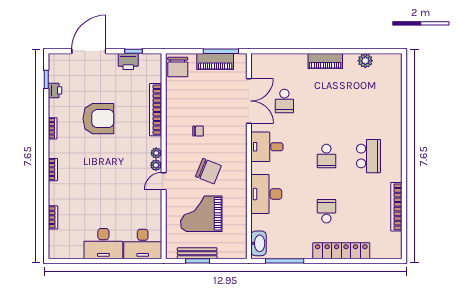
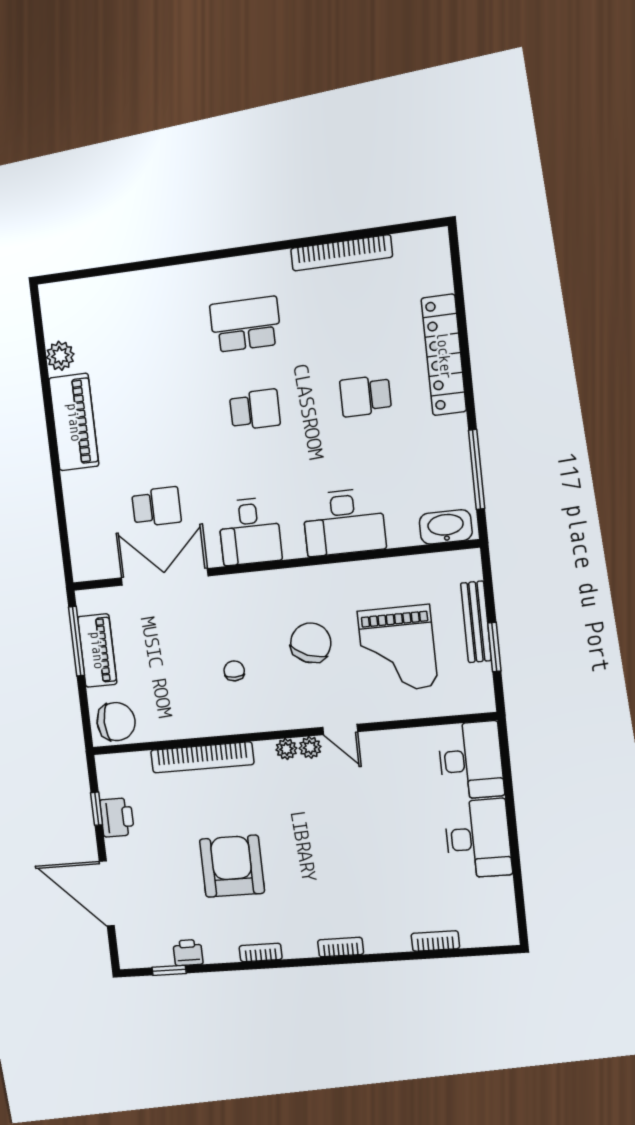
piano: (325, 61) -> (74, 422), width x1.37, depth x1.33
bench: (197, 253) -> (476, 622), moved

